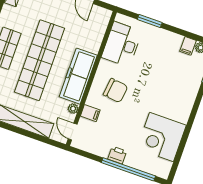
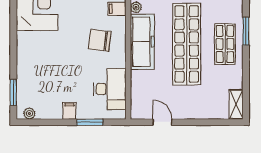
filing cabinet: (188, 46) -> (69, 111), moved

